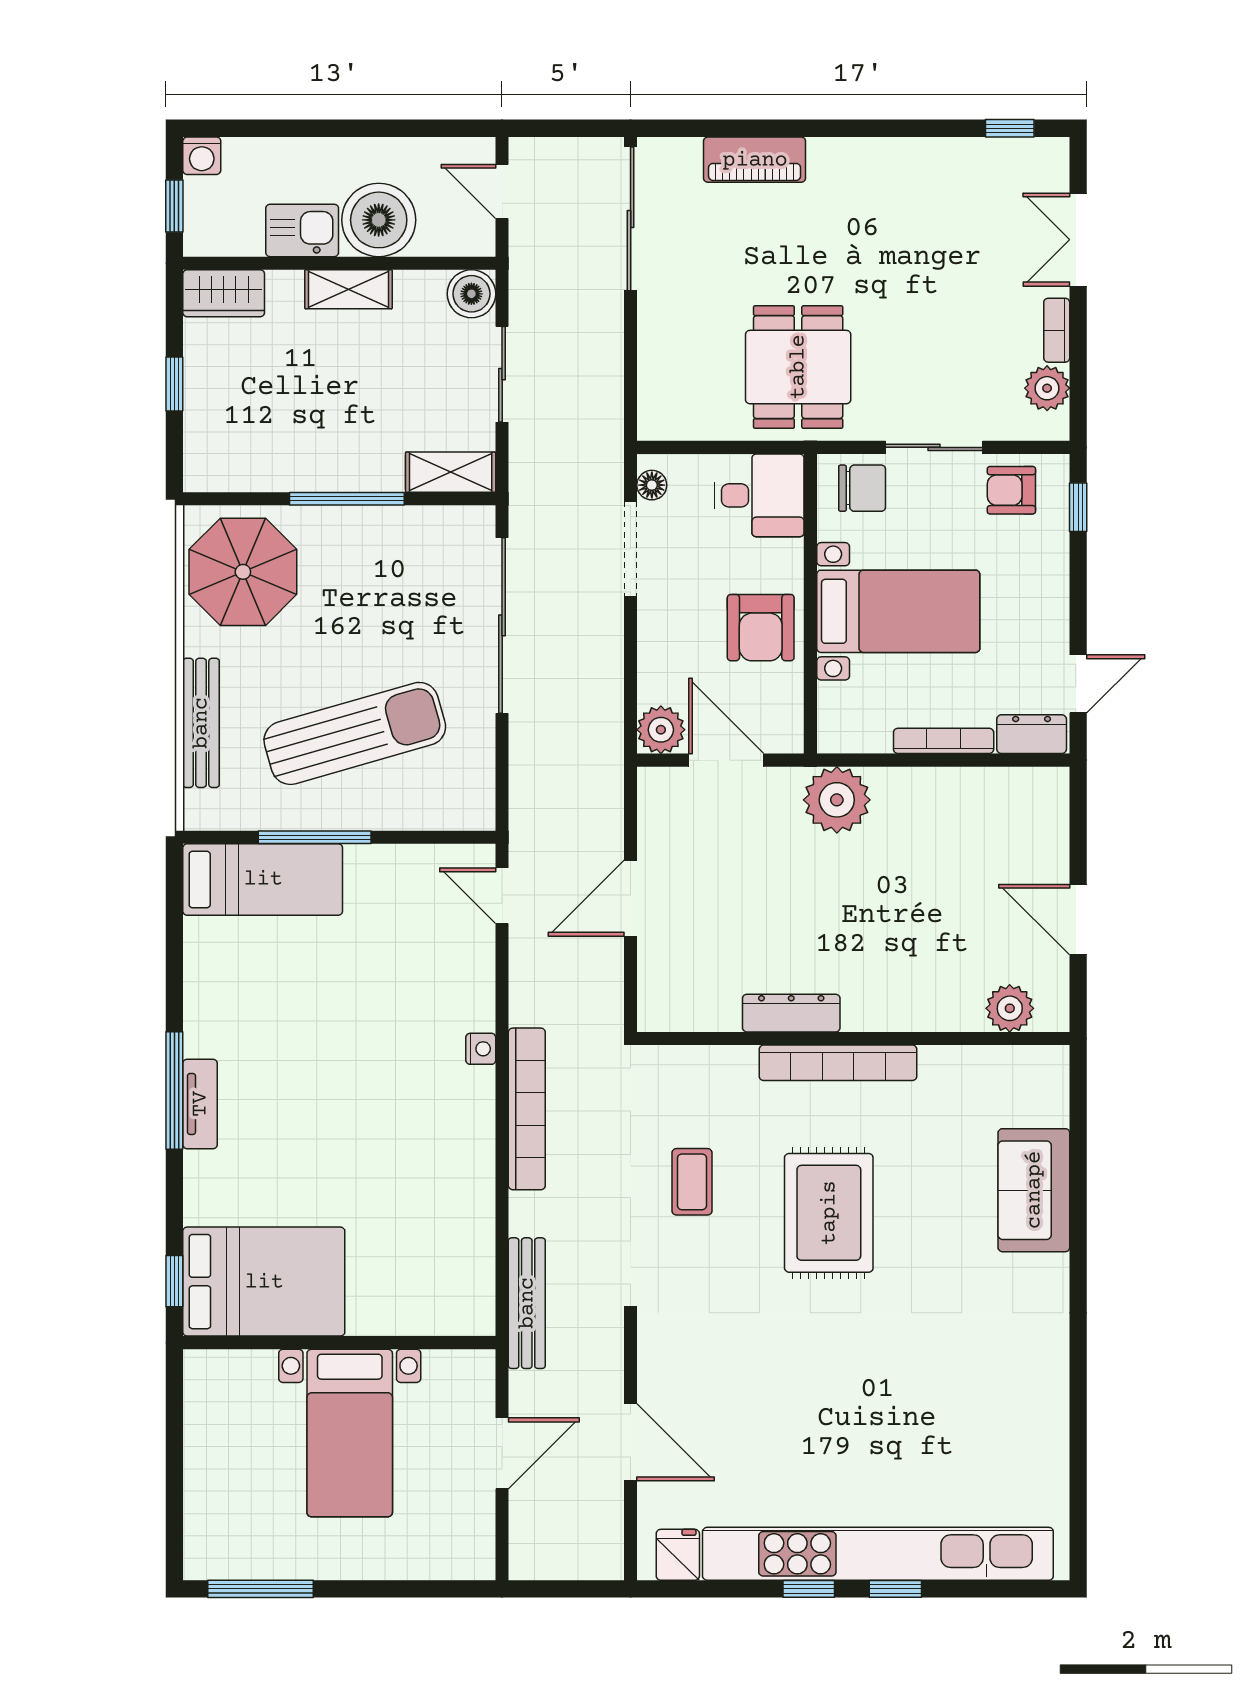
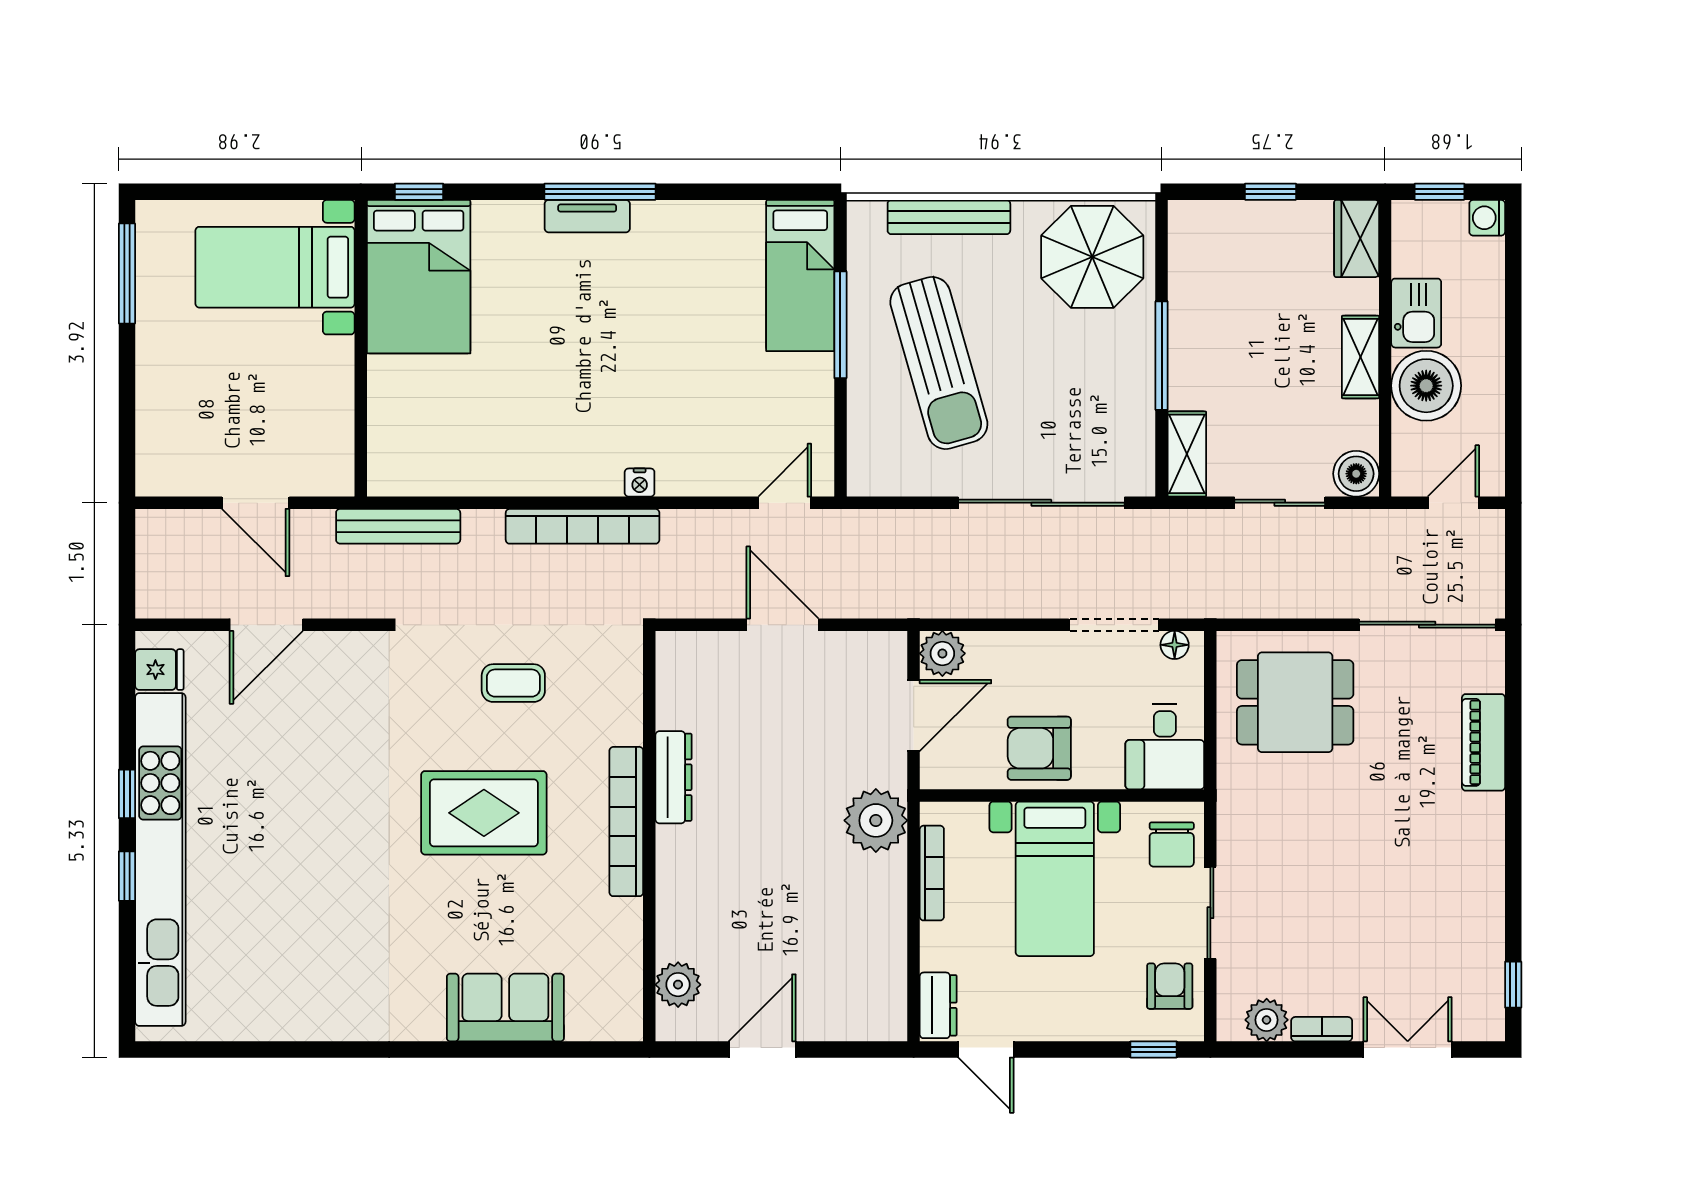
dining table: (798, 367) -> (1295, 702), moved
bookcase: (944, 741) -> (932, 873), moved
bed with nightstands: (350, 1433) -> (275, 267), moved

